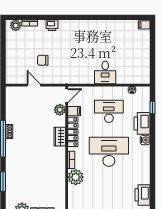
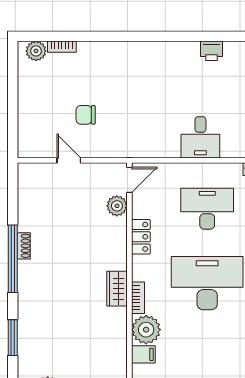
printer: (52, 25) -> (211, 51), moved
filing cabinet: (74, 111) -> (143, 354), moved
locker: (73, 132) -> (141, 237), width x0.66
wardrobe: (60, 137) -> (117, 289), moved

